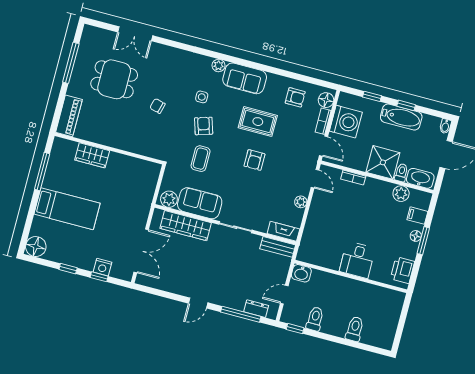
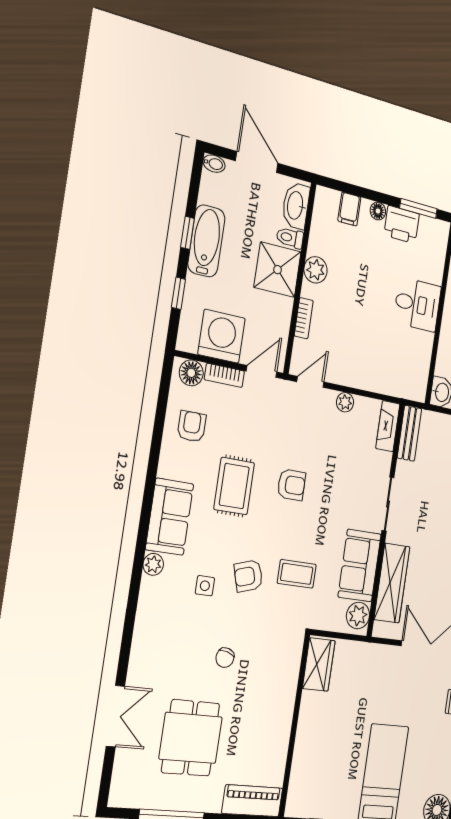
wardrobe: (92, 155) -> (319, 665), moved
plant: (401, 194) -> (316, 270), moved
window: (423, 241) -> (418, 209), moved
printer: (402, 270) -> (402, 225), moved

